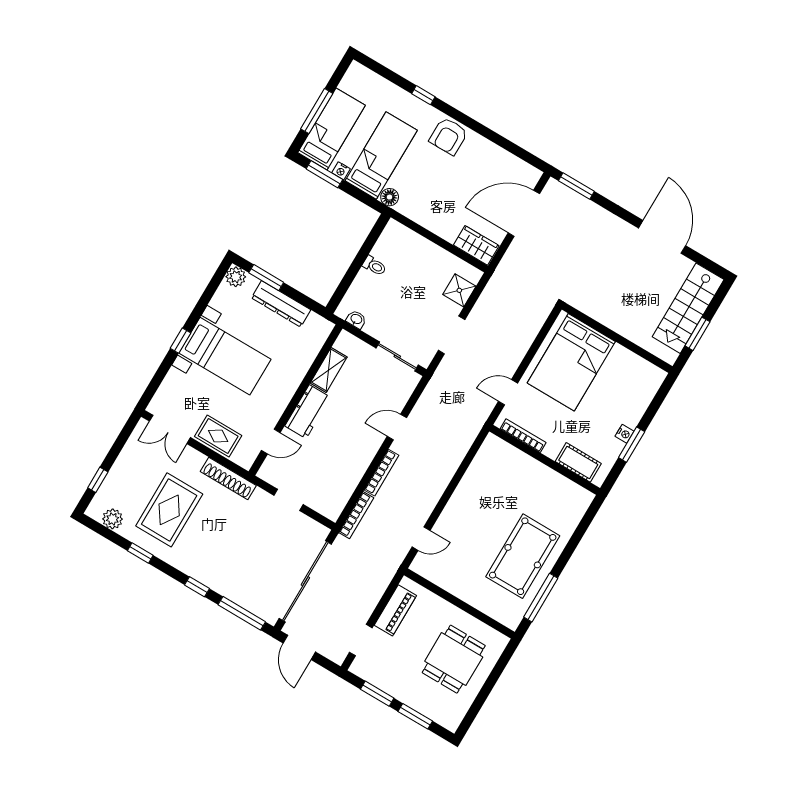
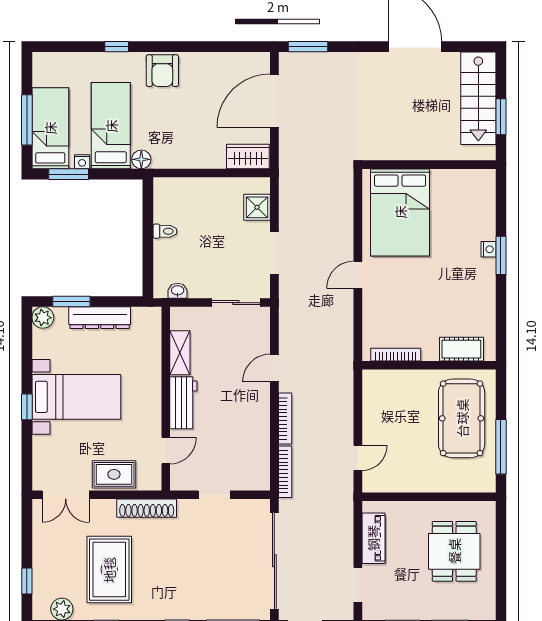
bookcase: (523, 436) -> (396, 355), moved
wall: (545, 460) -> (429, 365), moved
cot: (578, 462) -> (461, 349), moved

